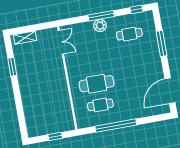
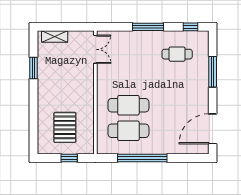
plant: (100, 26) -> (145, 38), removed
cafe table: (100, 105) -> (128, 131), width x1.37, depth x1.35
pallet: (47, 112) -> (65, 127), added

